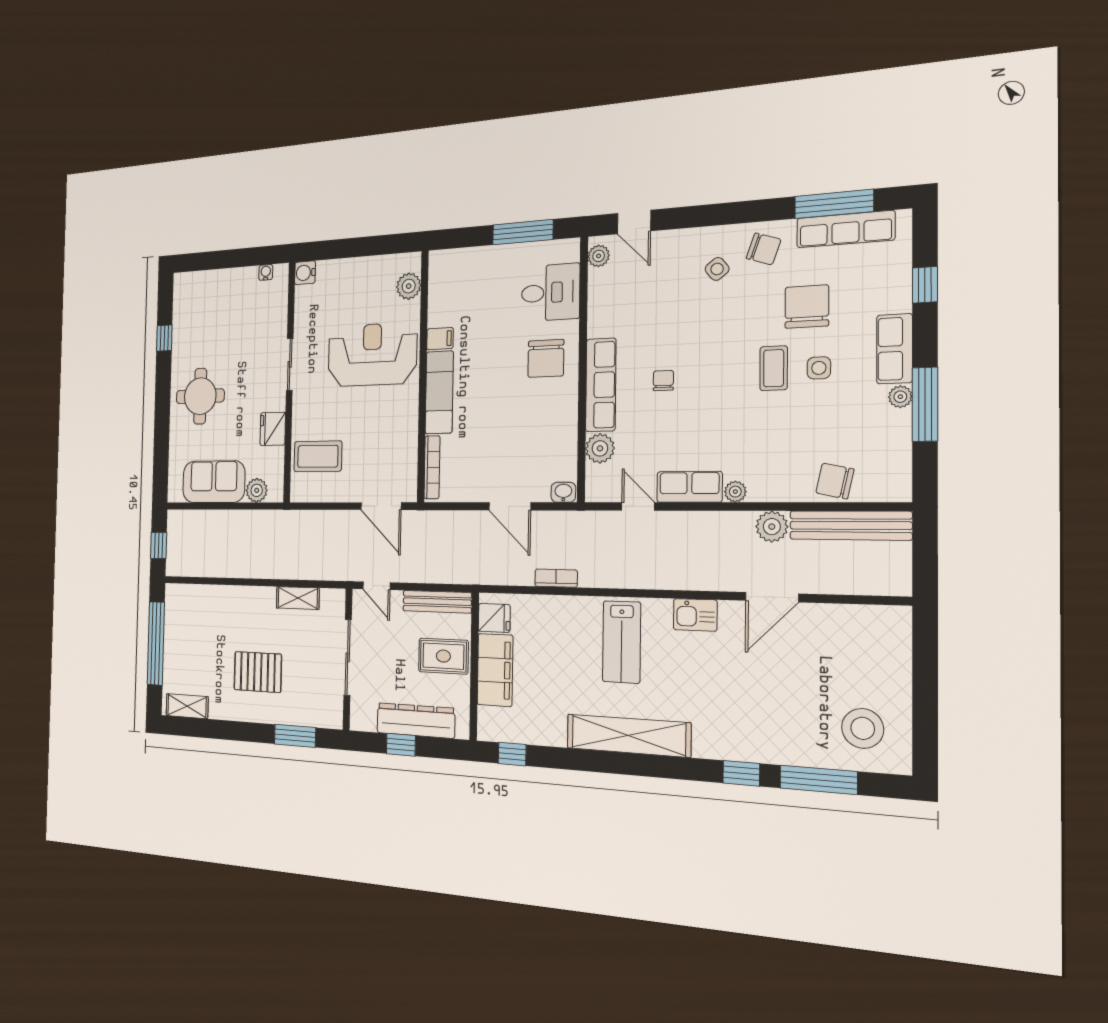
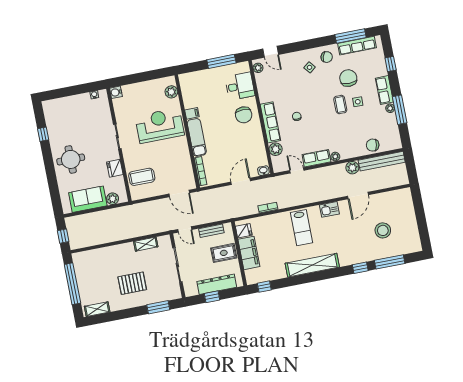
door: (510, 506) -> (241, 181), swing flipped
bench: (437, 602) -> (211, 231), width x0.73
stool: (863, 728) -> (383, 230), moved

